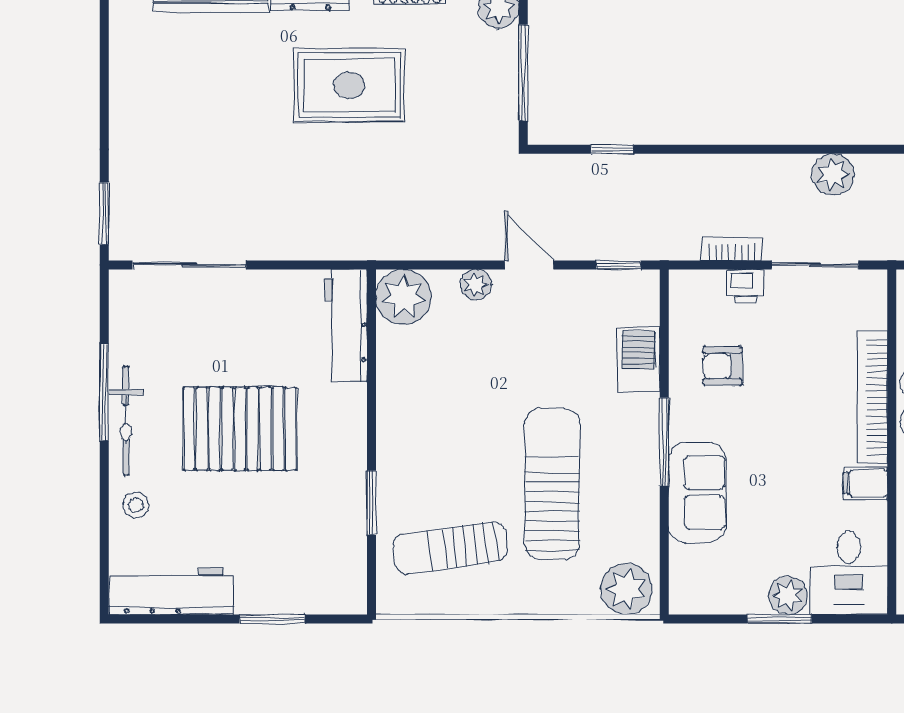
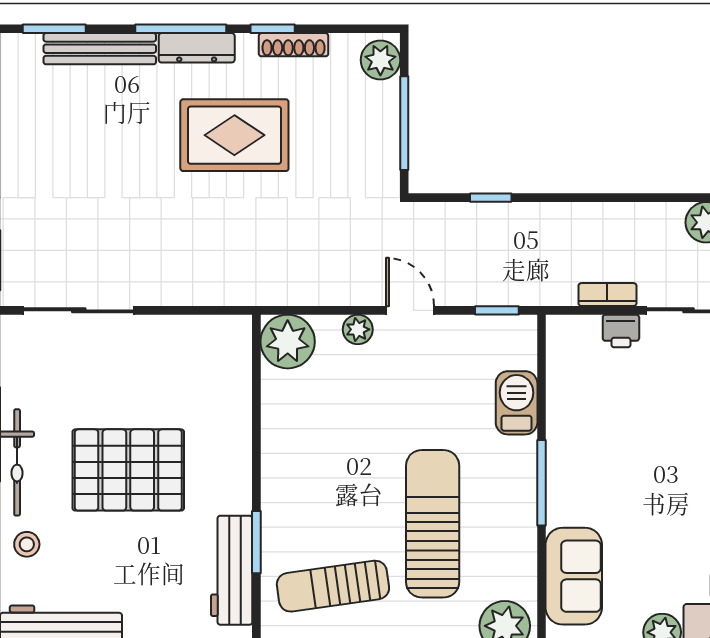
workbench: (346, 325) -> (232, 570), moved
armchair: (723, 366) -> (598, 409), removed
sofa: (697, 492) -> (574, 576), moved

